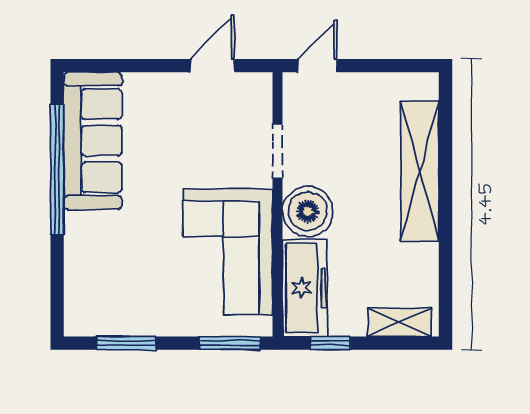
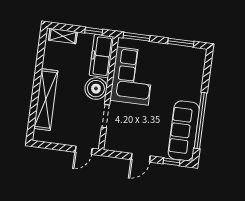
window: (112, 66) -> (171, 162), added
door: (212, 66) -> (141, 158), moved

